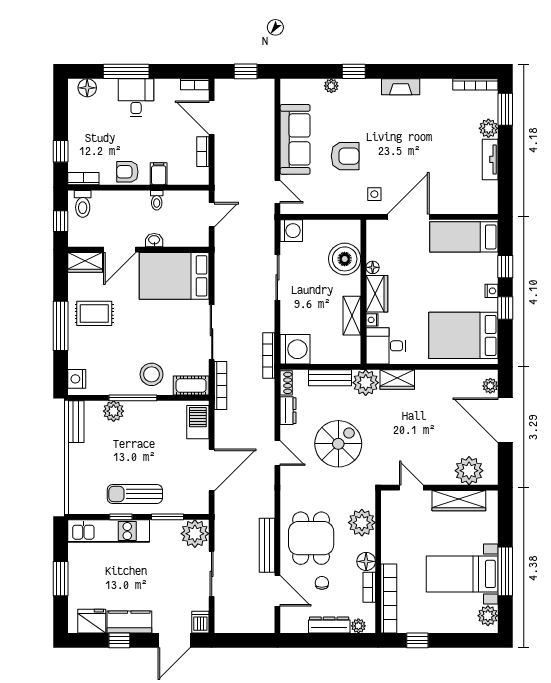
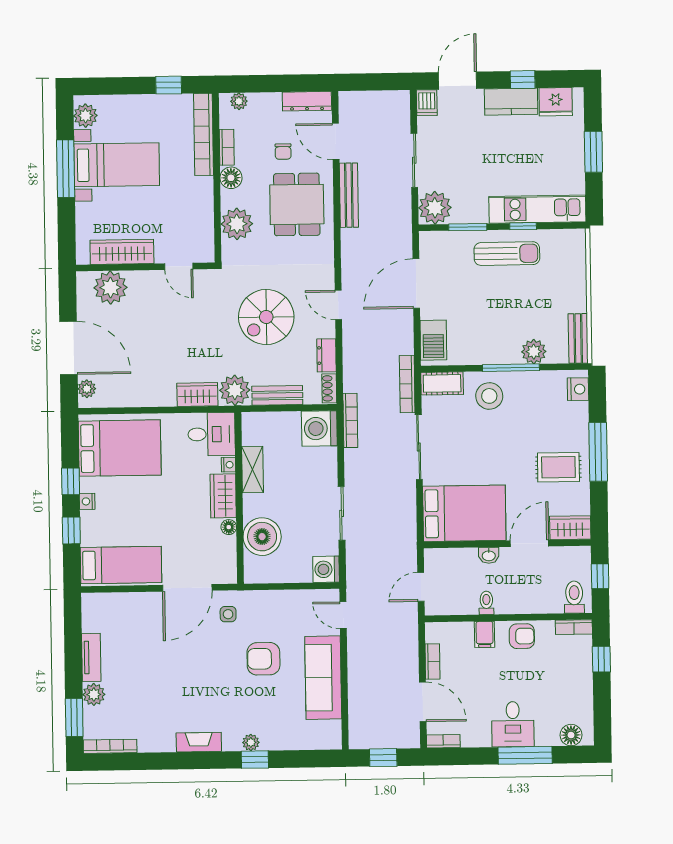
plant: (331, 86) -> (251, 742), moved
dresser: (329, 625) -> (307, 101), moved

